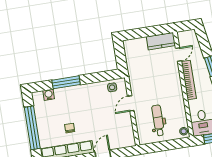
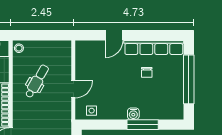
water cooler: (49, 95) -> (133, 114), moved
dental chair: (158, 120) -> (37, 81), moved, turned -150

